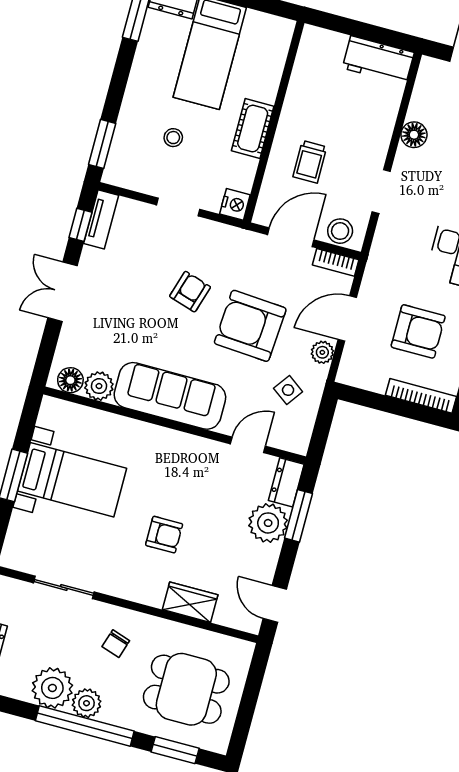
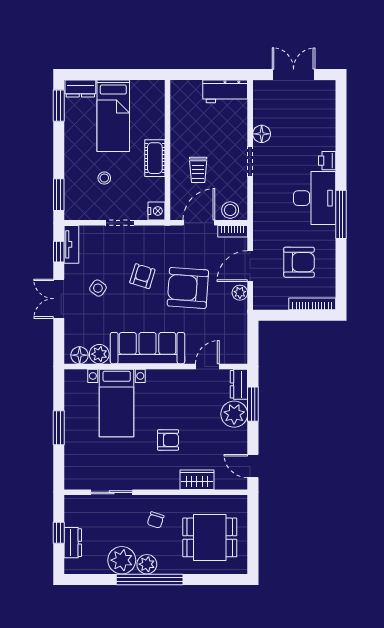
doorway: (381, 191) -> (250, 162), moved
side table: (288, 390) -> (98, 288), moved
bed with nightstands: (72, 480) -> (117, 403), moved, turned 90
window: (175, 750) -> (213, 579), removed

